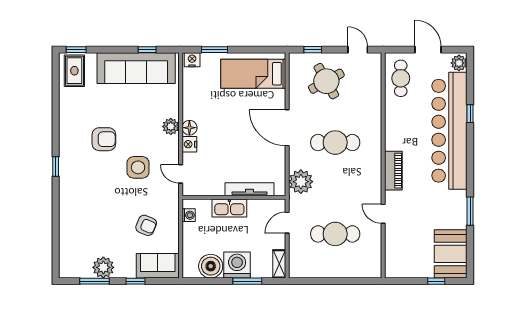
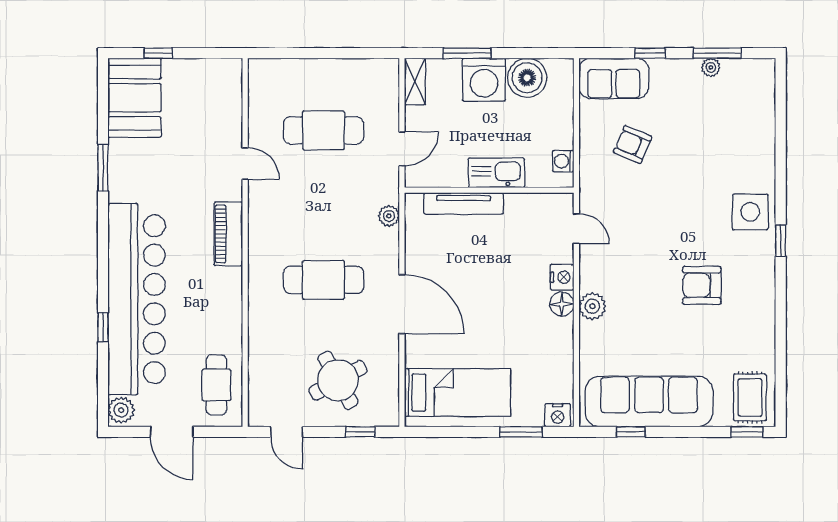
side table: (138, 167) -> (750, 212), moved
plant: (301, 182) -> (389, 216), width x0.53, depth x0.53
plant: (103, 267) -> (711, 67), width x0.53, depth x0.53

